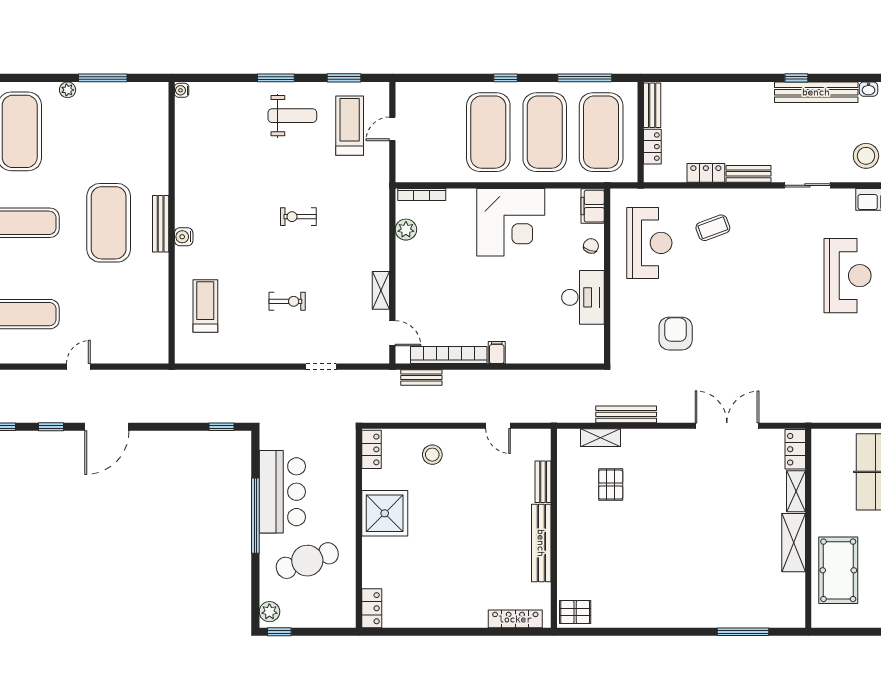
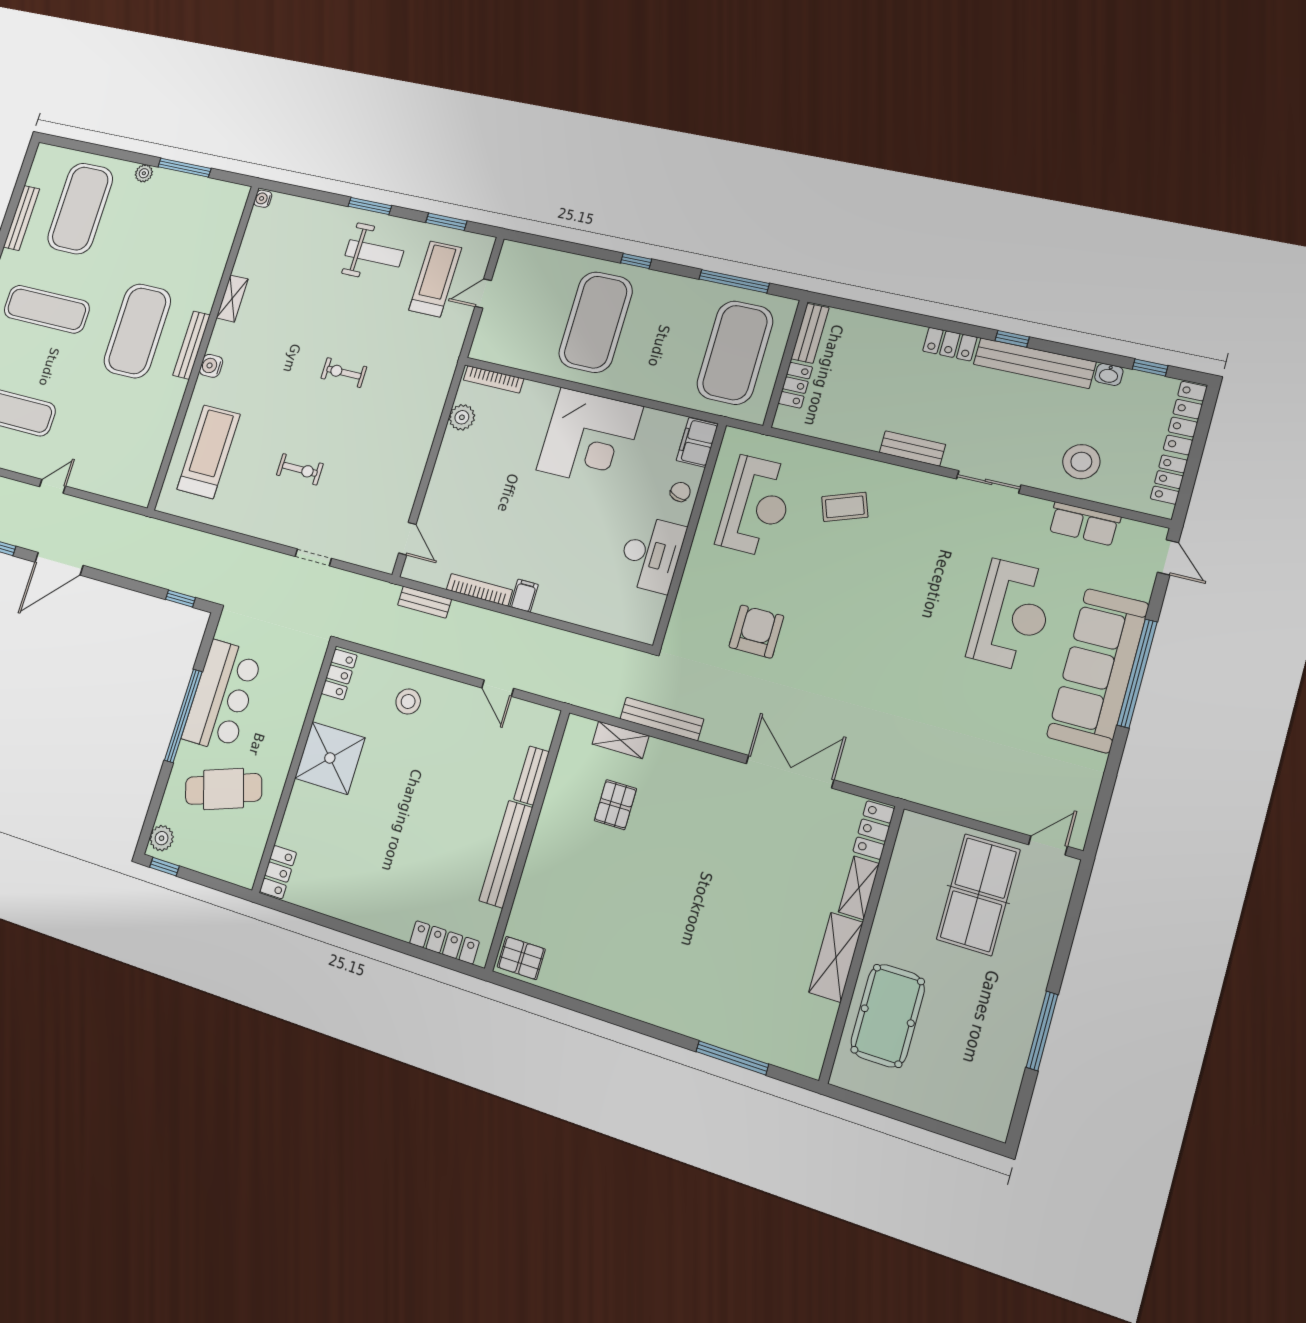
exercise mat: (545, 132) -> (664, 337), removed
locker: (706, 173) -> (950, 344), moved, turned 180
shelving: (381, 290) -> (232, 298), moved
treadmill: (205, 306) -> (209, 452), width x1.37, depth x1.38
bookcase: (449, 355) -> (479, 590), width x0.68, depth x0.76

